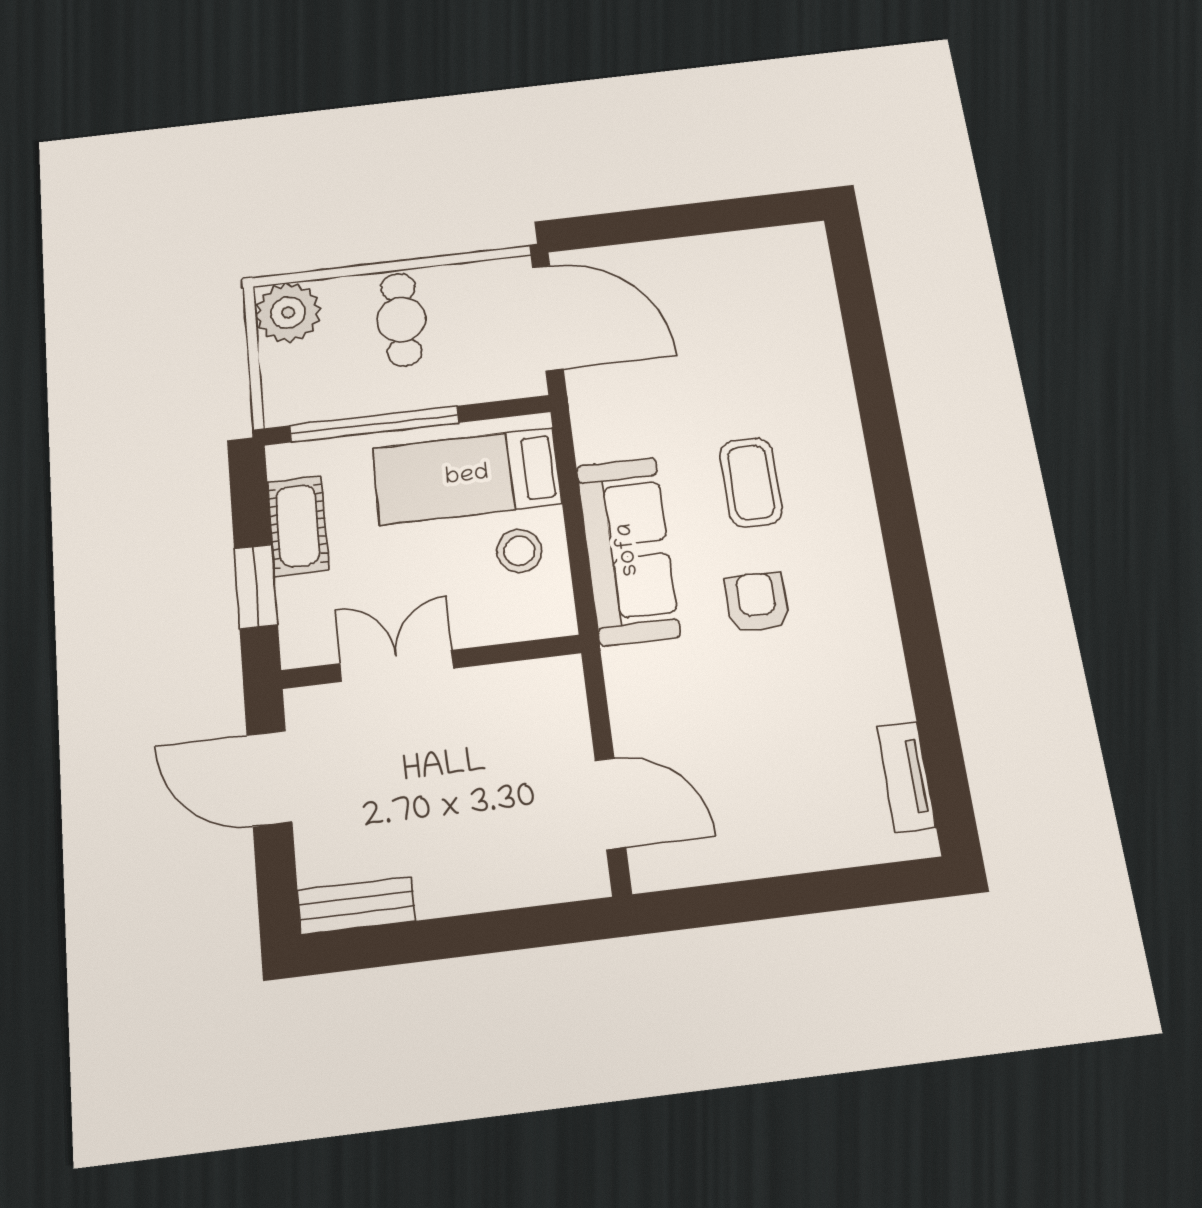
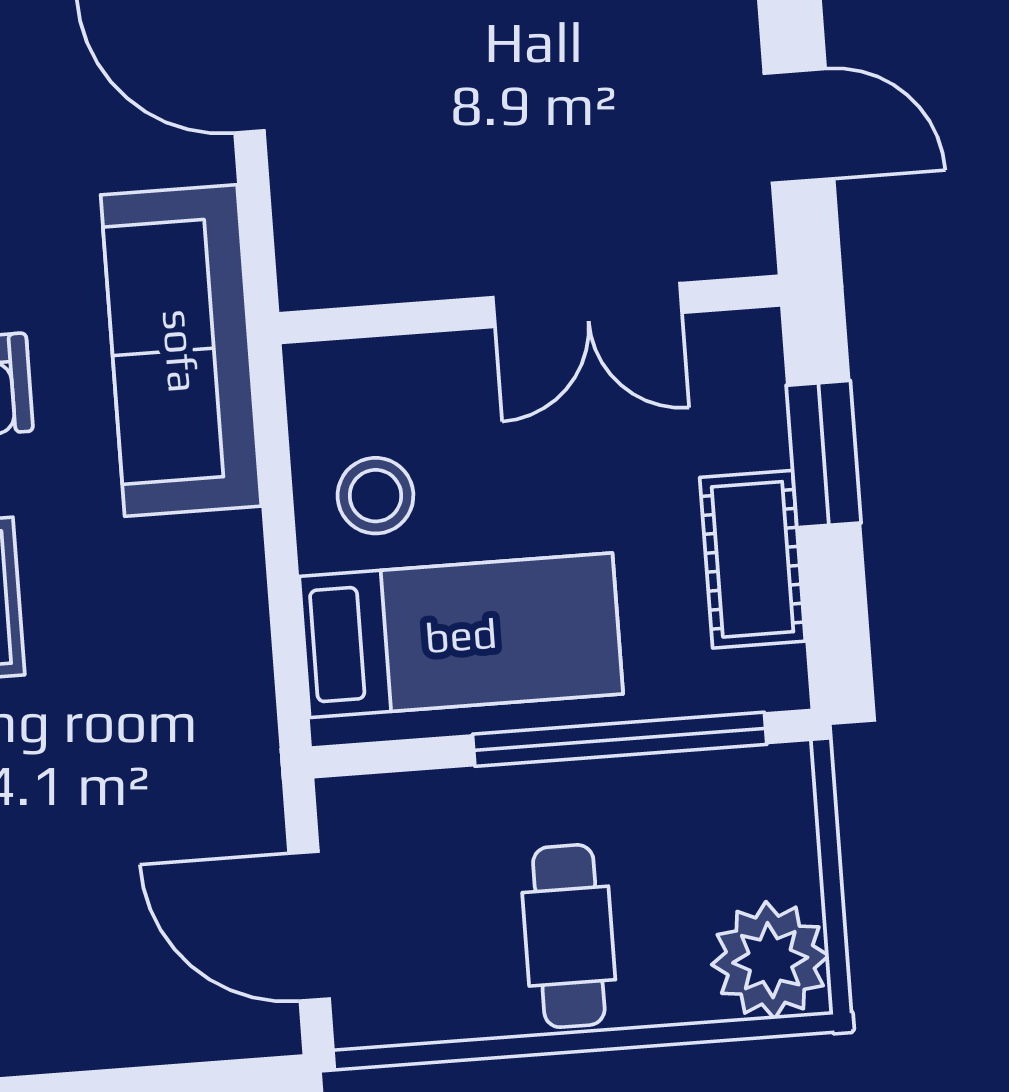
door: (548, 318) -> (309, 926), width x0.73
sofa: (628, 550) -> (181, 351), moved
door: (269, 778) -> (799, 126), width x0.73

